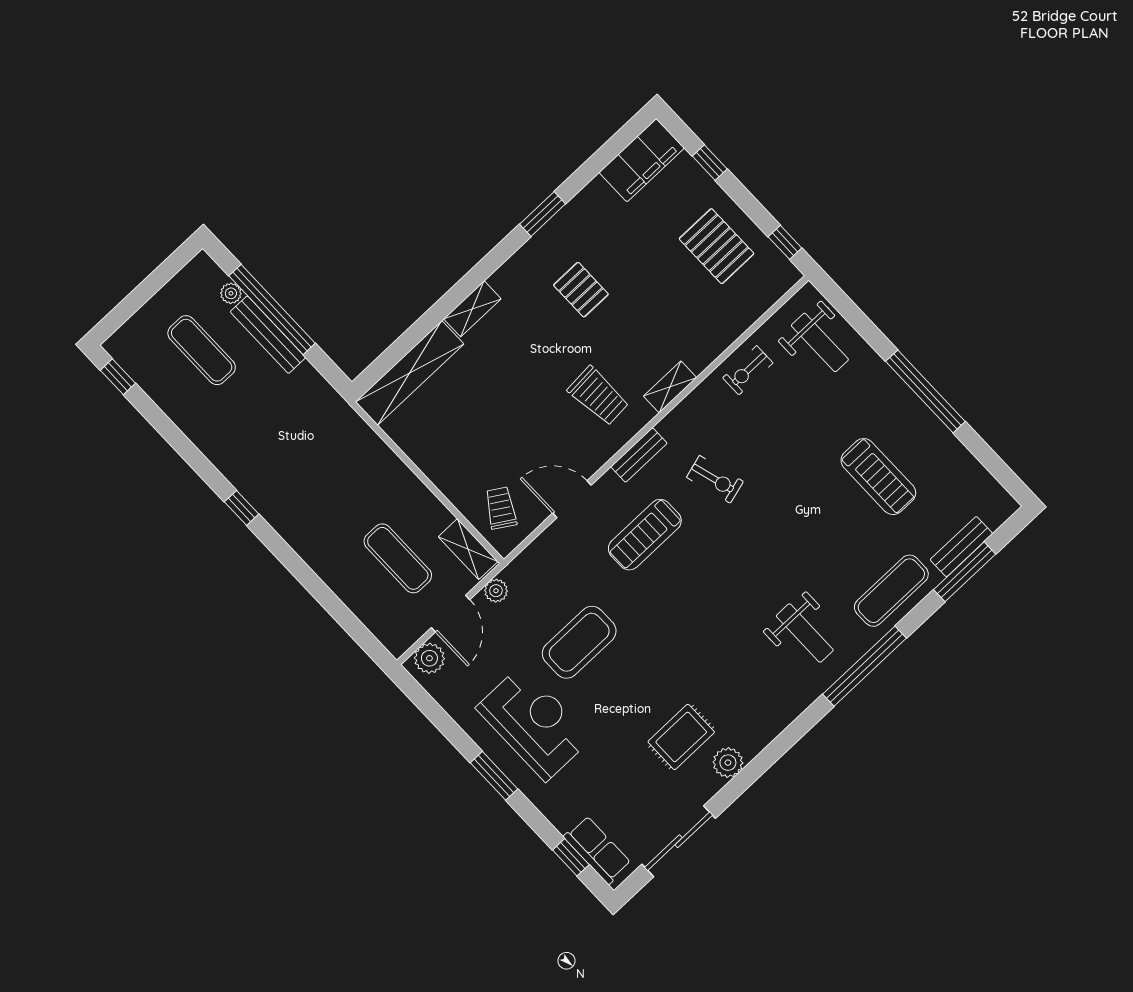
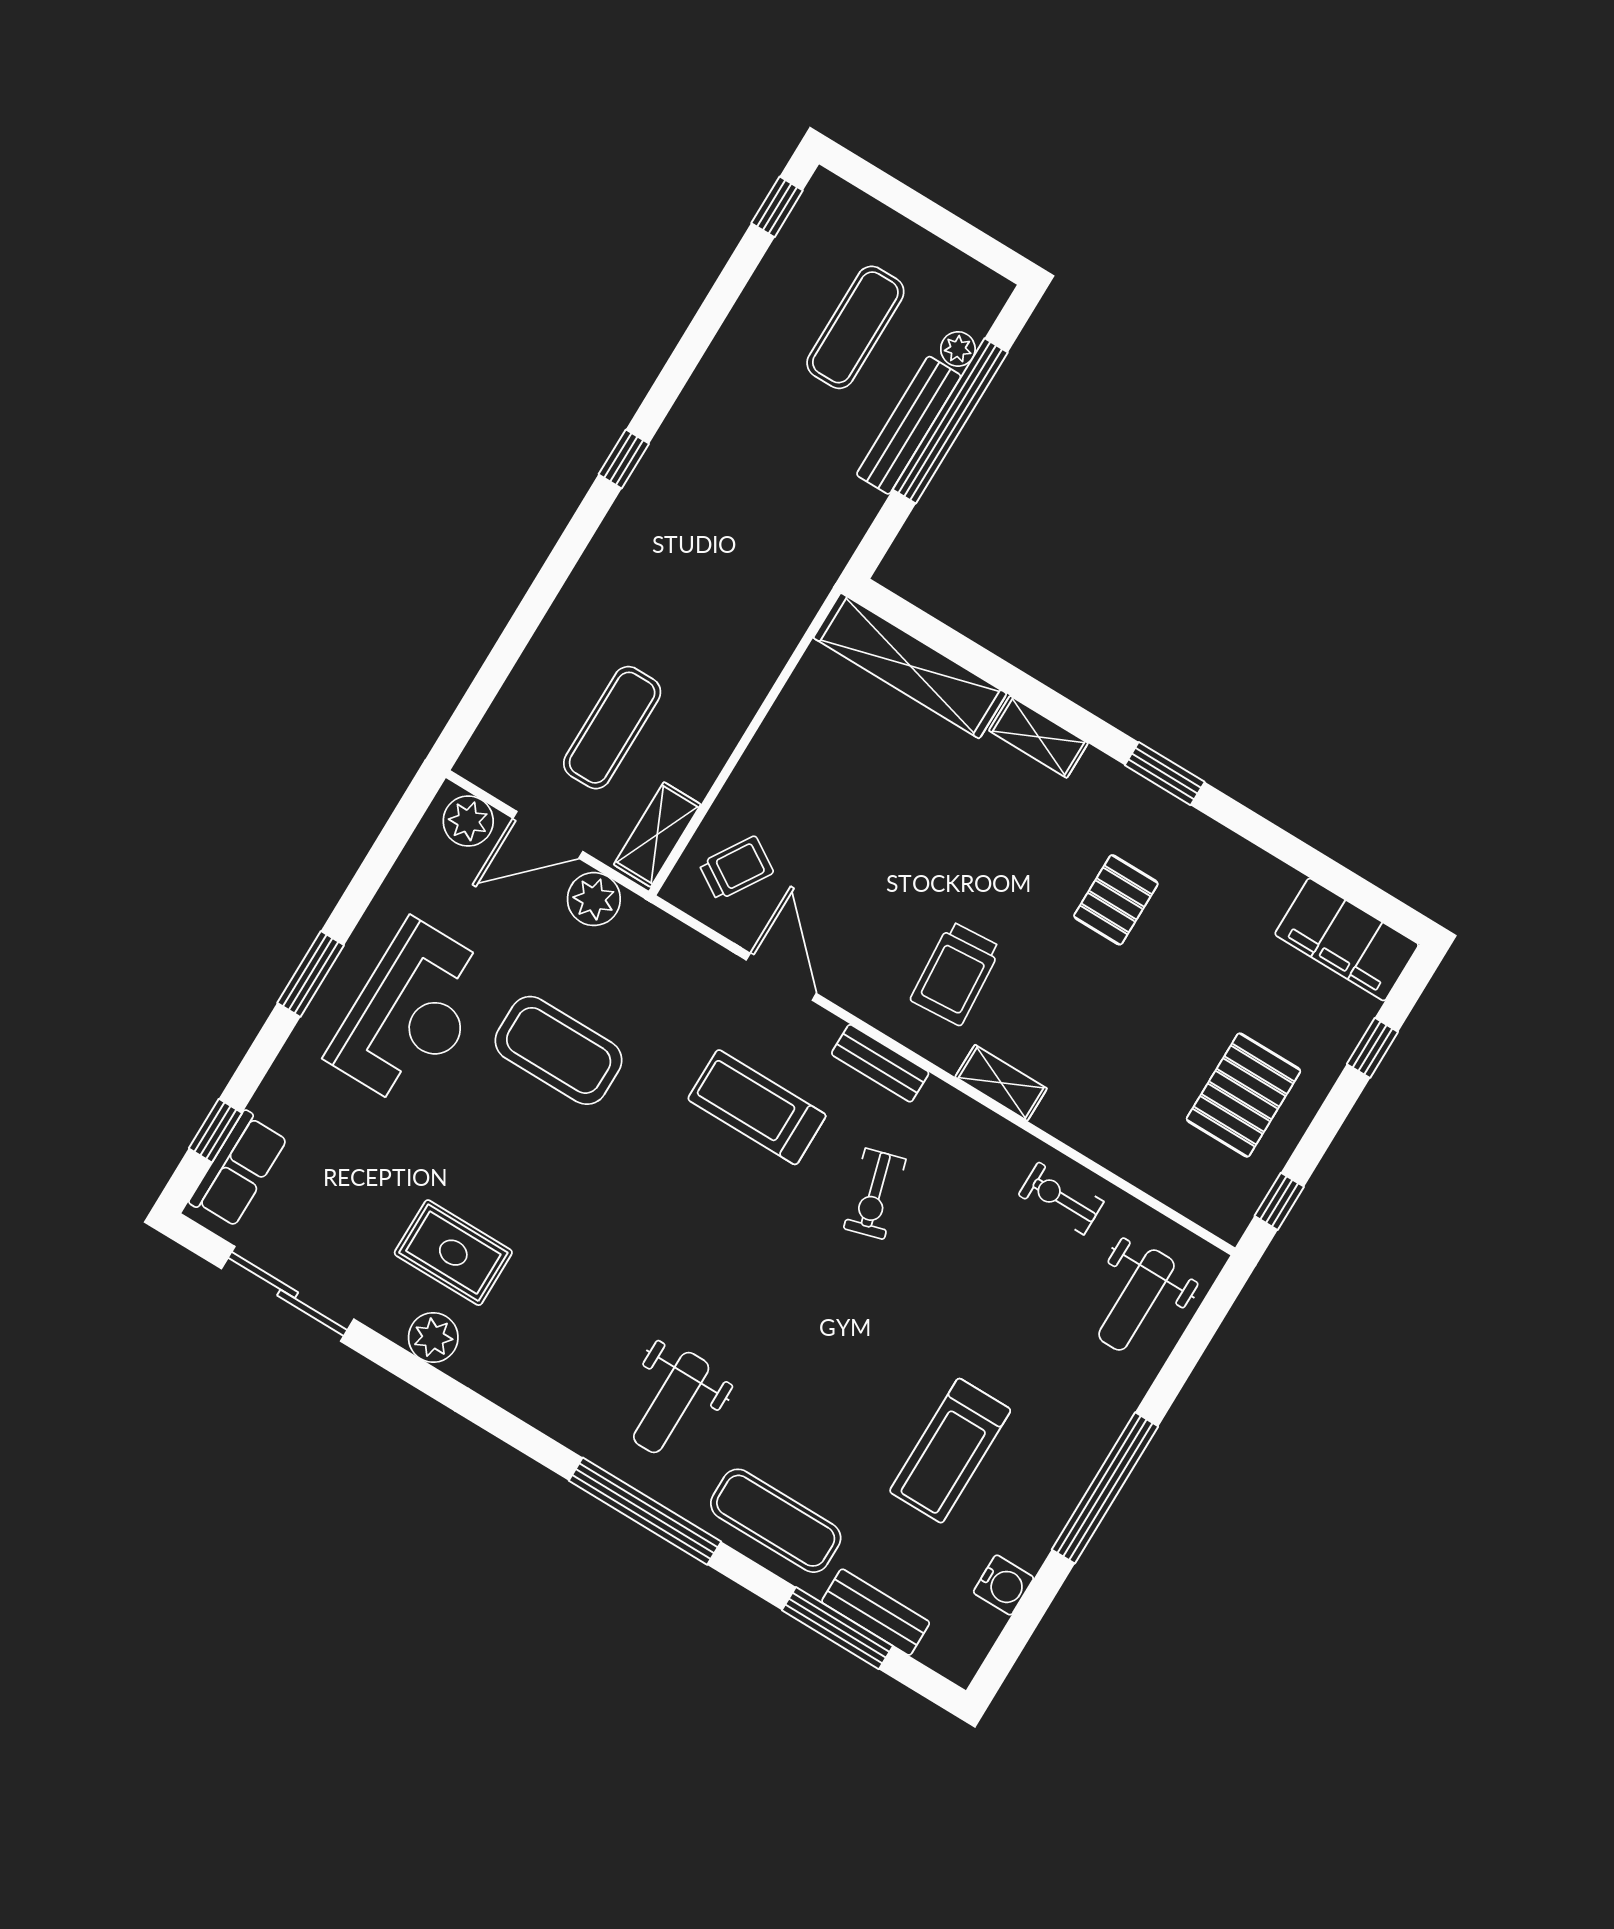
window: (543, 214) -> (1165, 774), moved
water cooler: (966, 467) -> (1003, 1585), added
plant: (496, 591) -> (594, 899), width x1.38, depth x1.38

